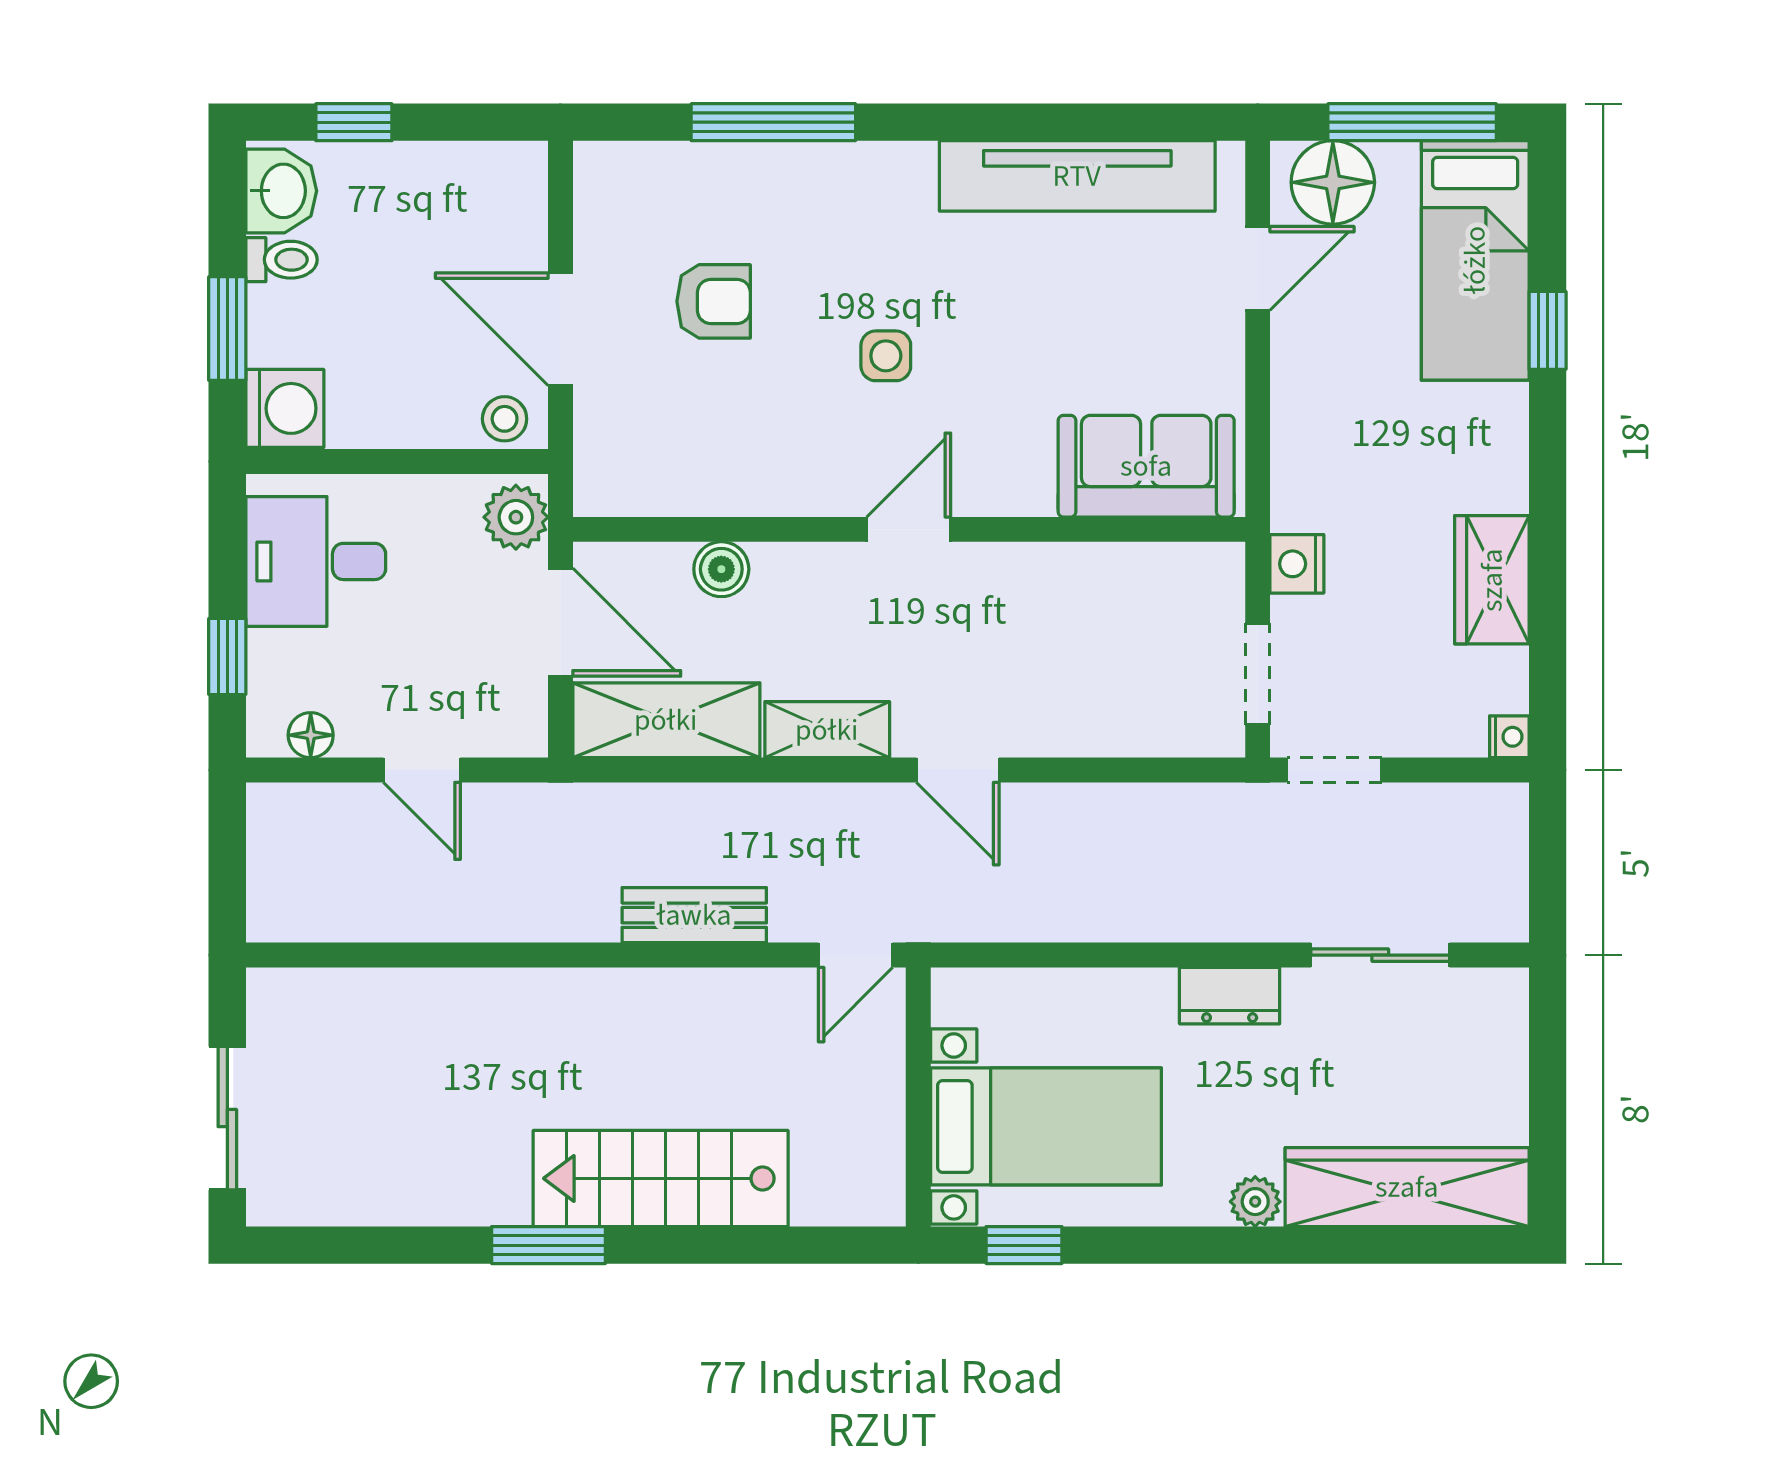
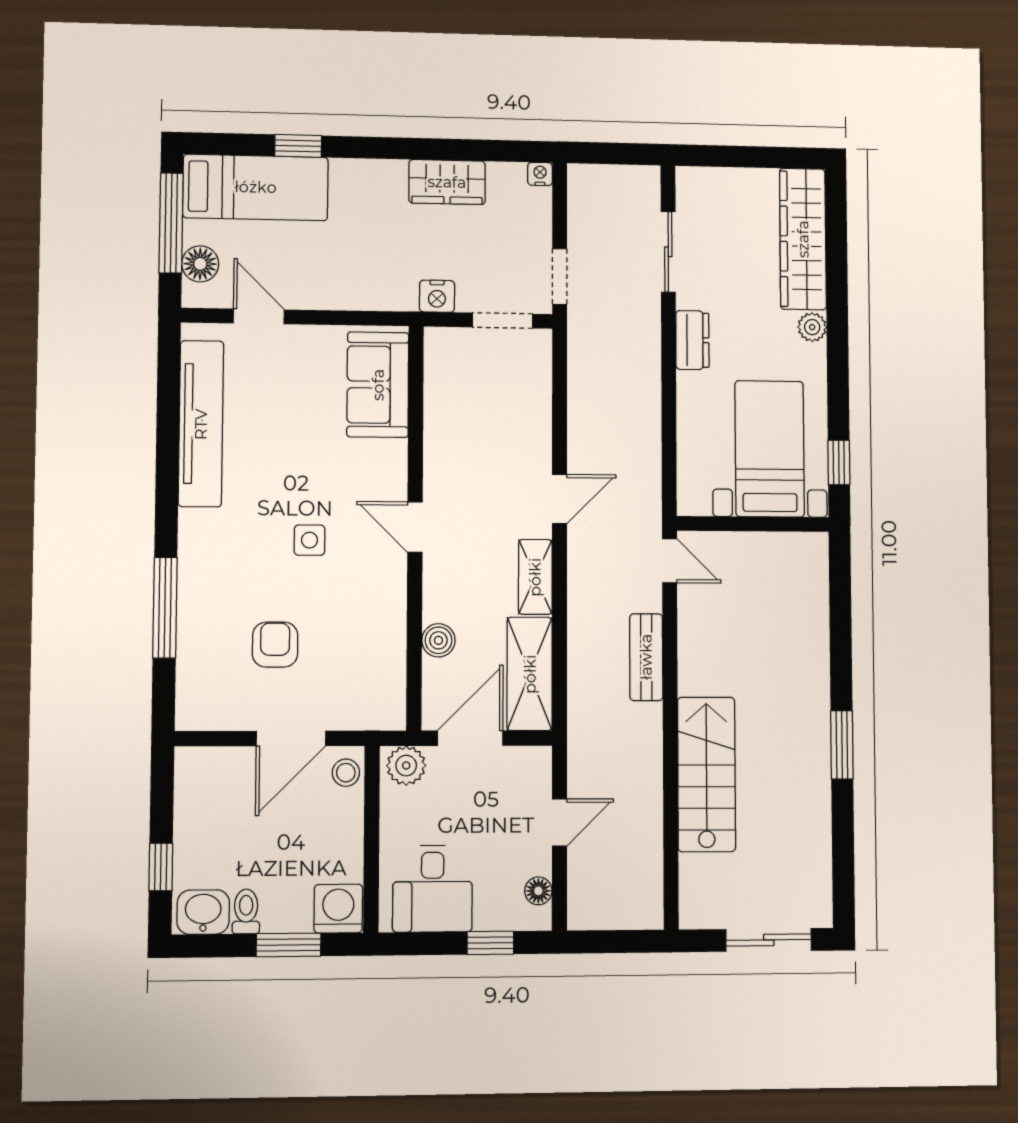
floor lamp: (1333, 182) -> (200, 264), width x0.73, depth x0.73
stairs: (661, 1178) -> (706, 774), moved, turned 180

